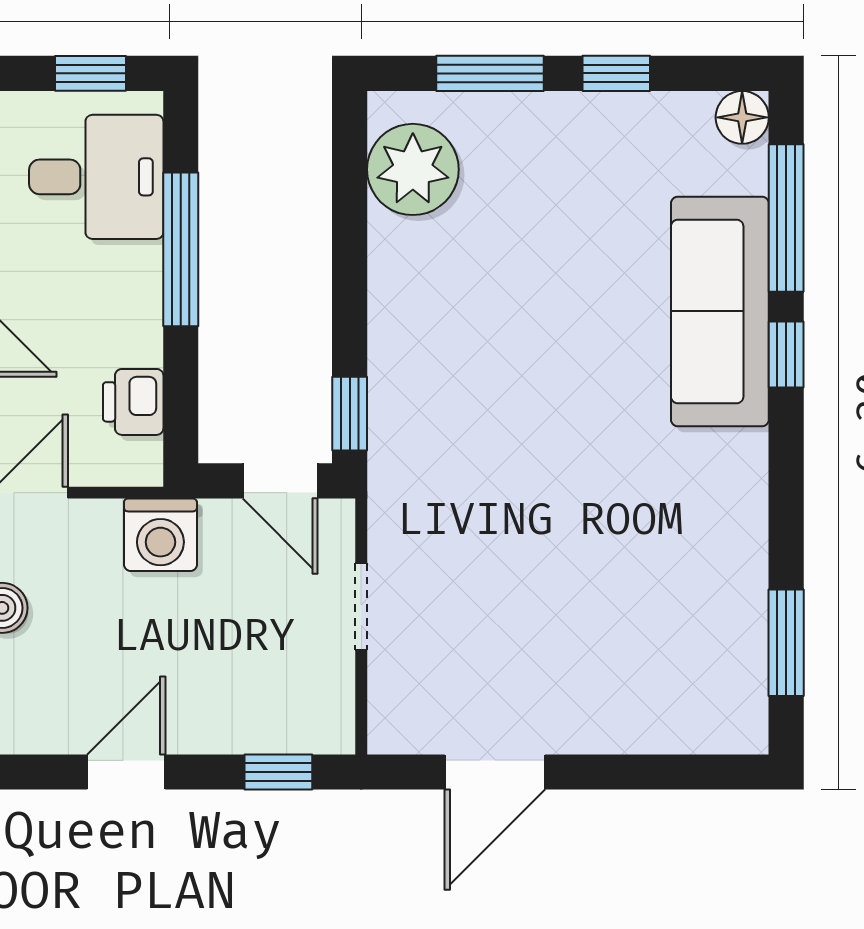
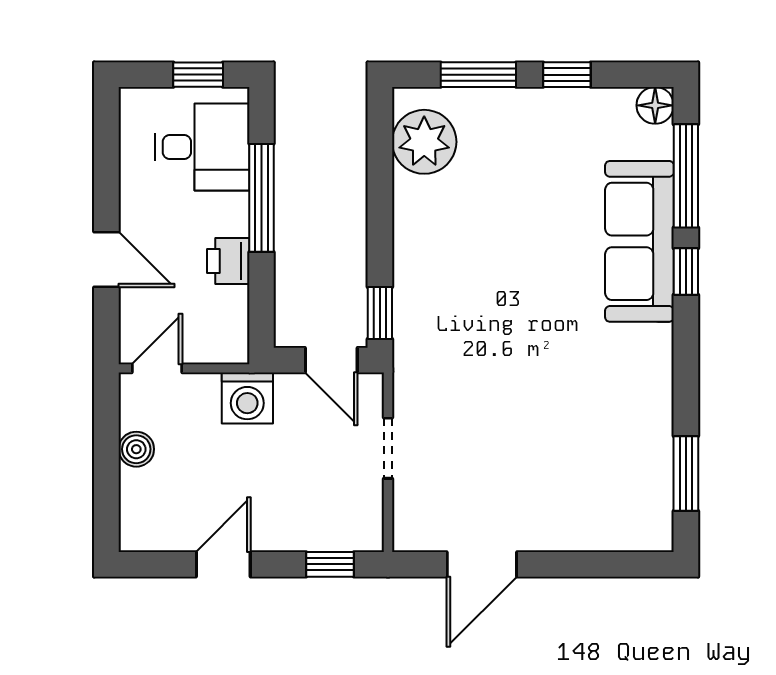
printer: (133, 402) -> (228, 261), moved

